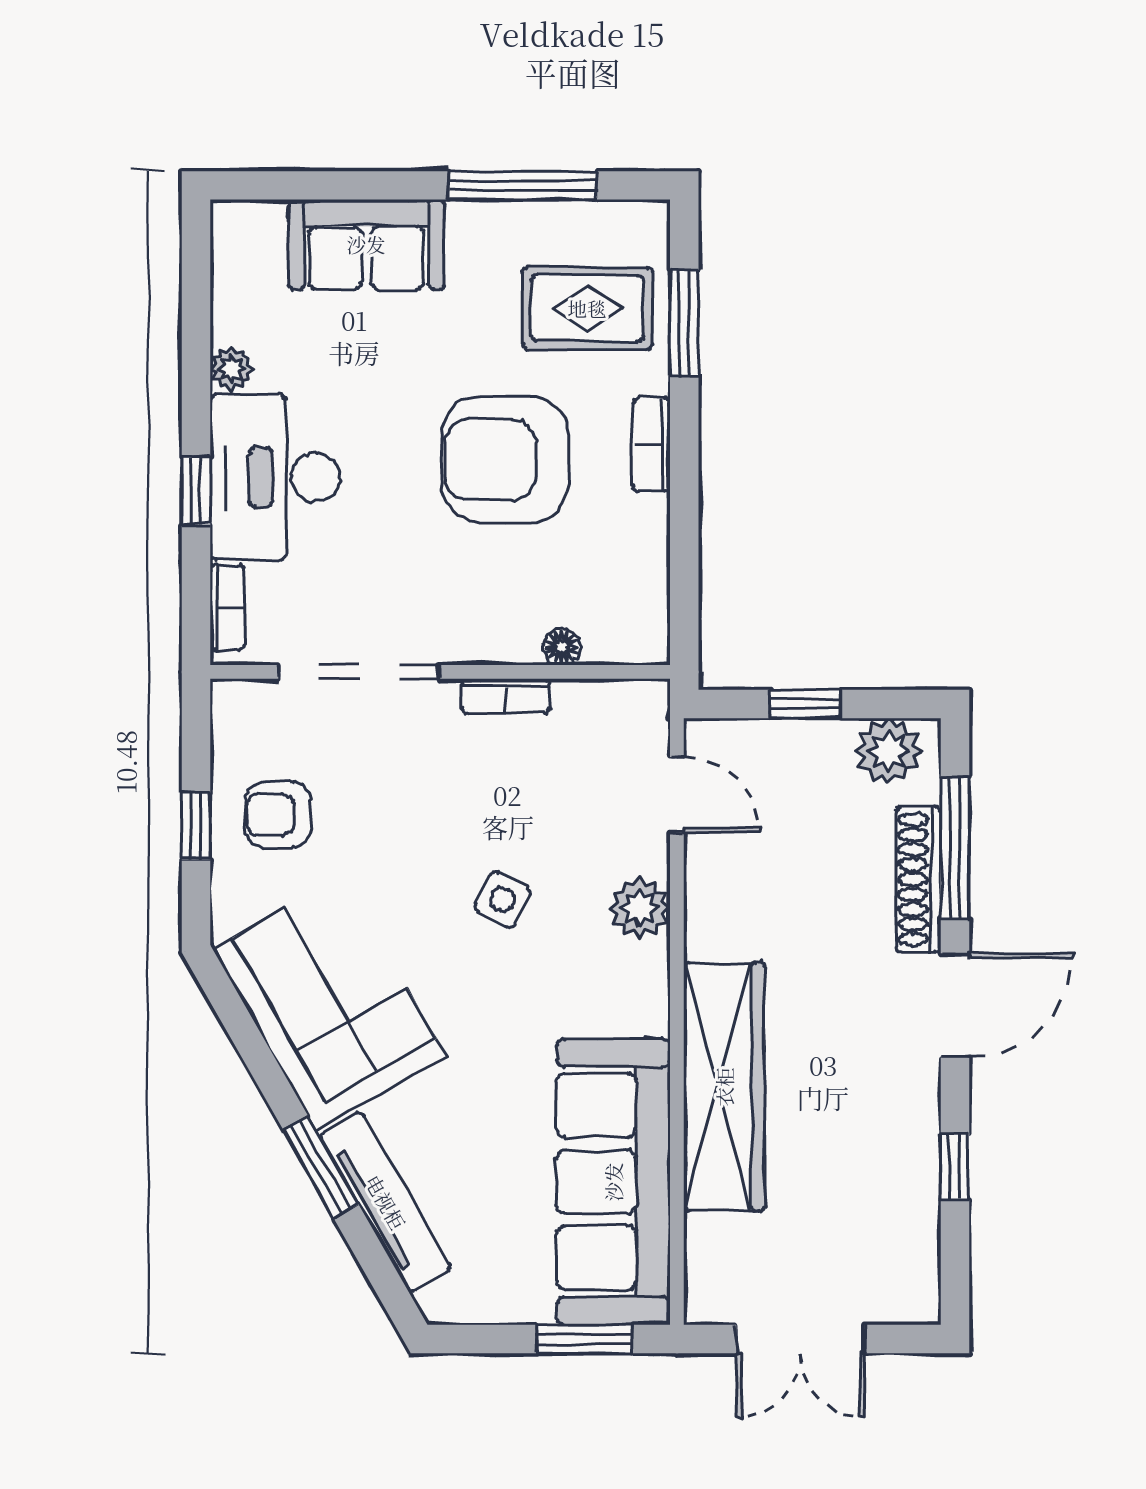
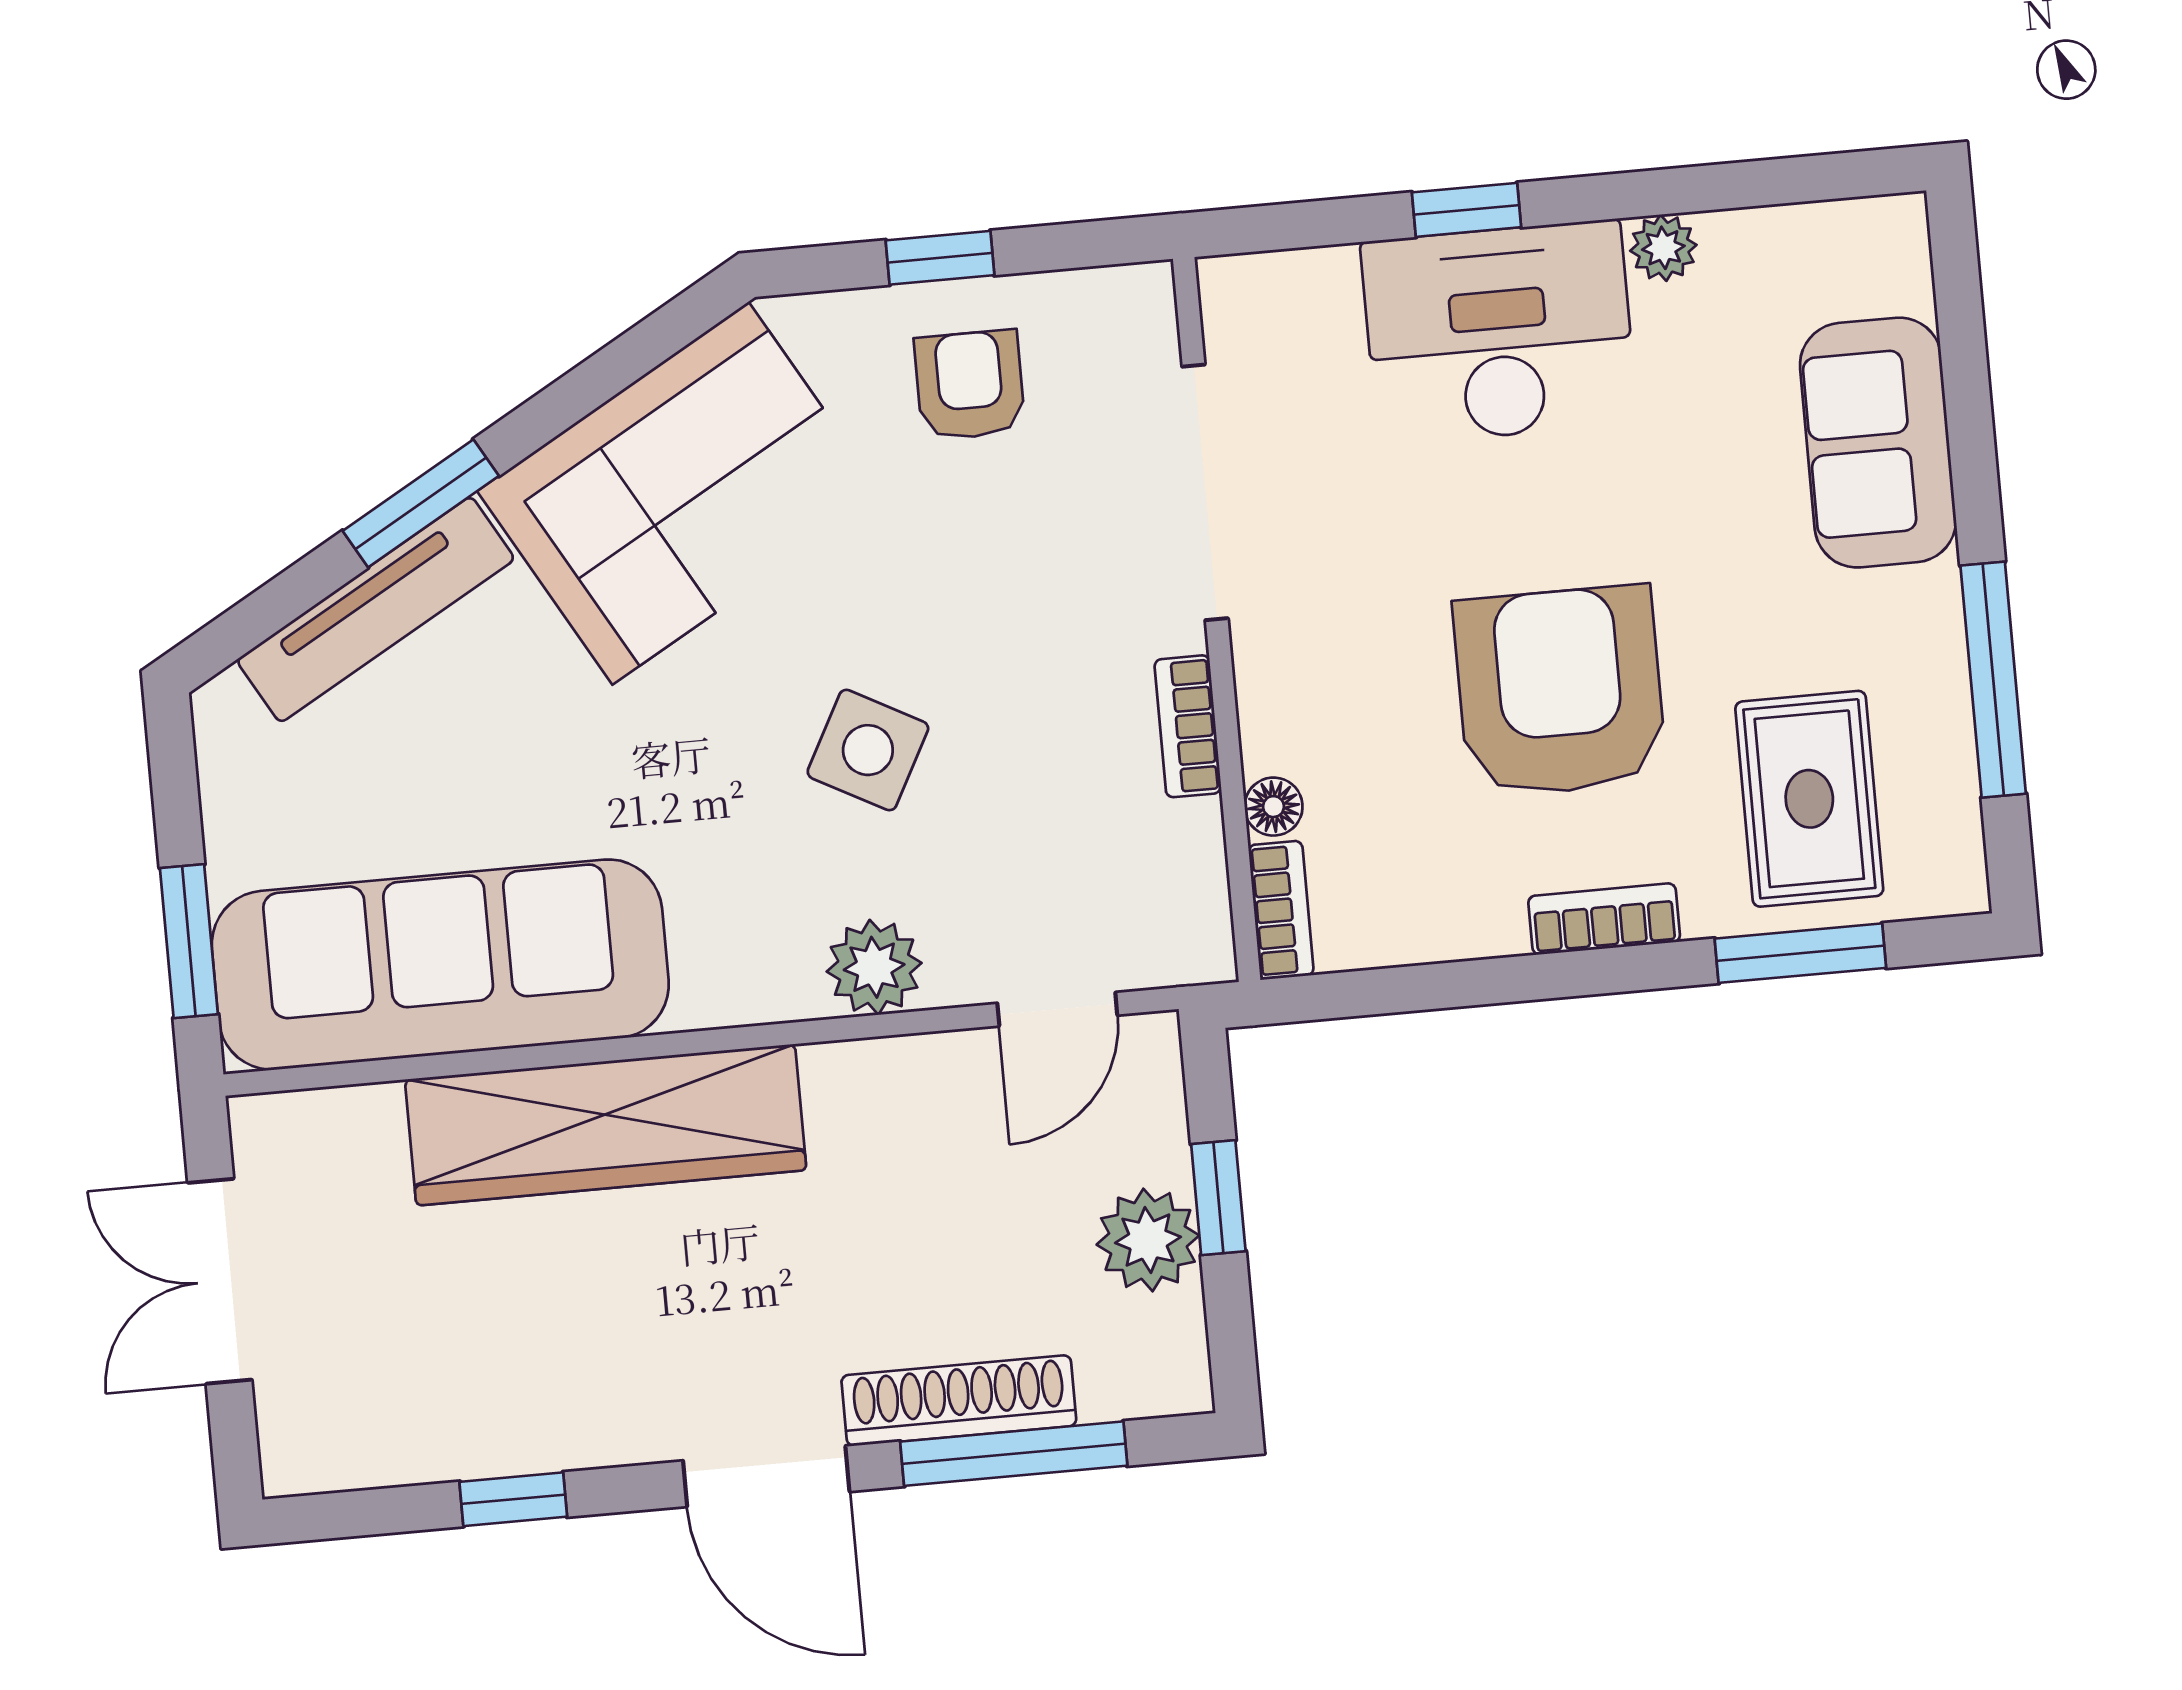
bookcase: (227, 608) -> (1281, 910), moved, turned -90
plant: (889, 751) -> (1148, 1240), moved
side table: (502, 900) -> (868, 750), width x1.37, depth x1.37

